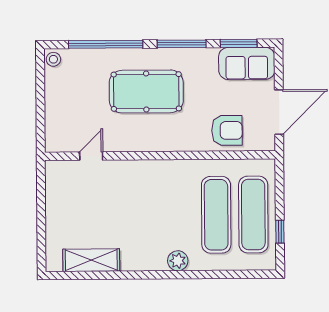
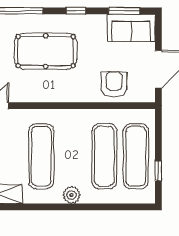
window: (182, 44) -> (76, 11), width x0.46
armchair: (227, 130) -> (114, 85), turned -90
exercise mat: (142, 215) -> (41, 156), added

